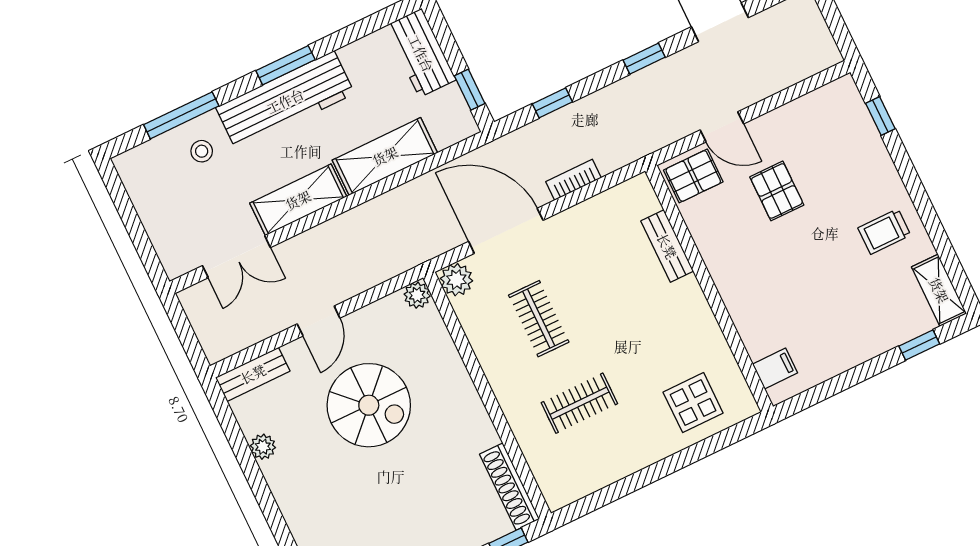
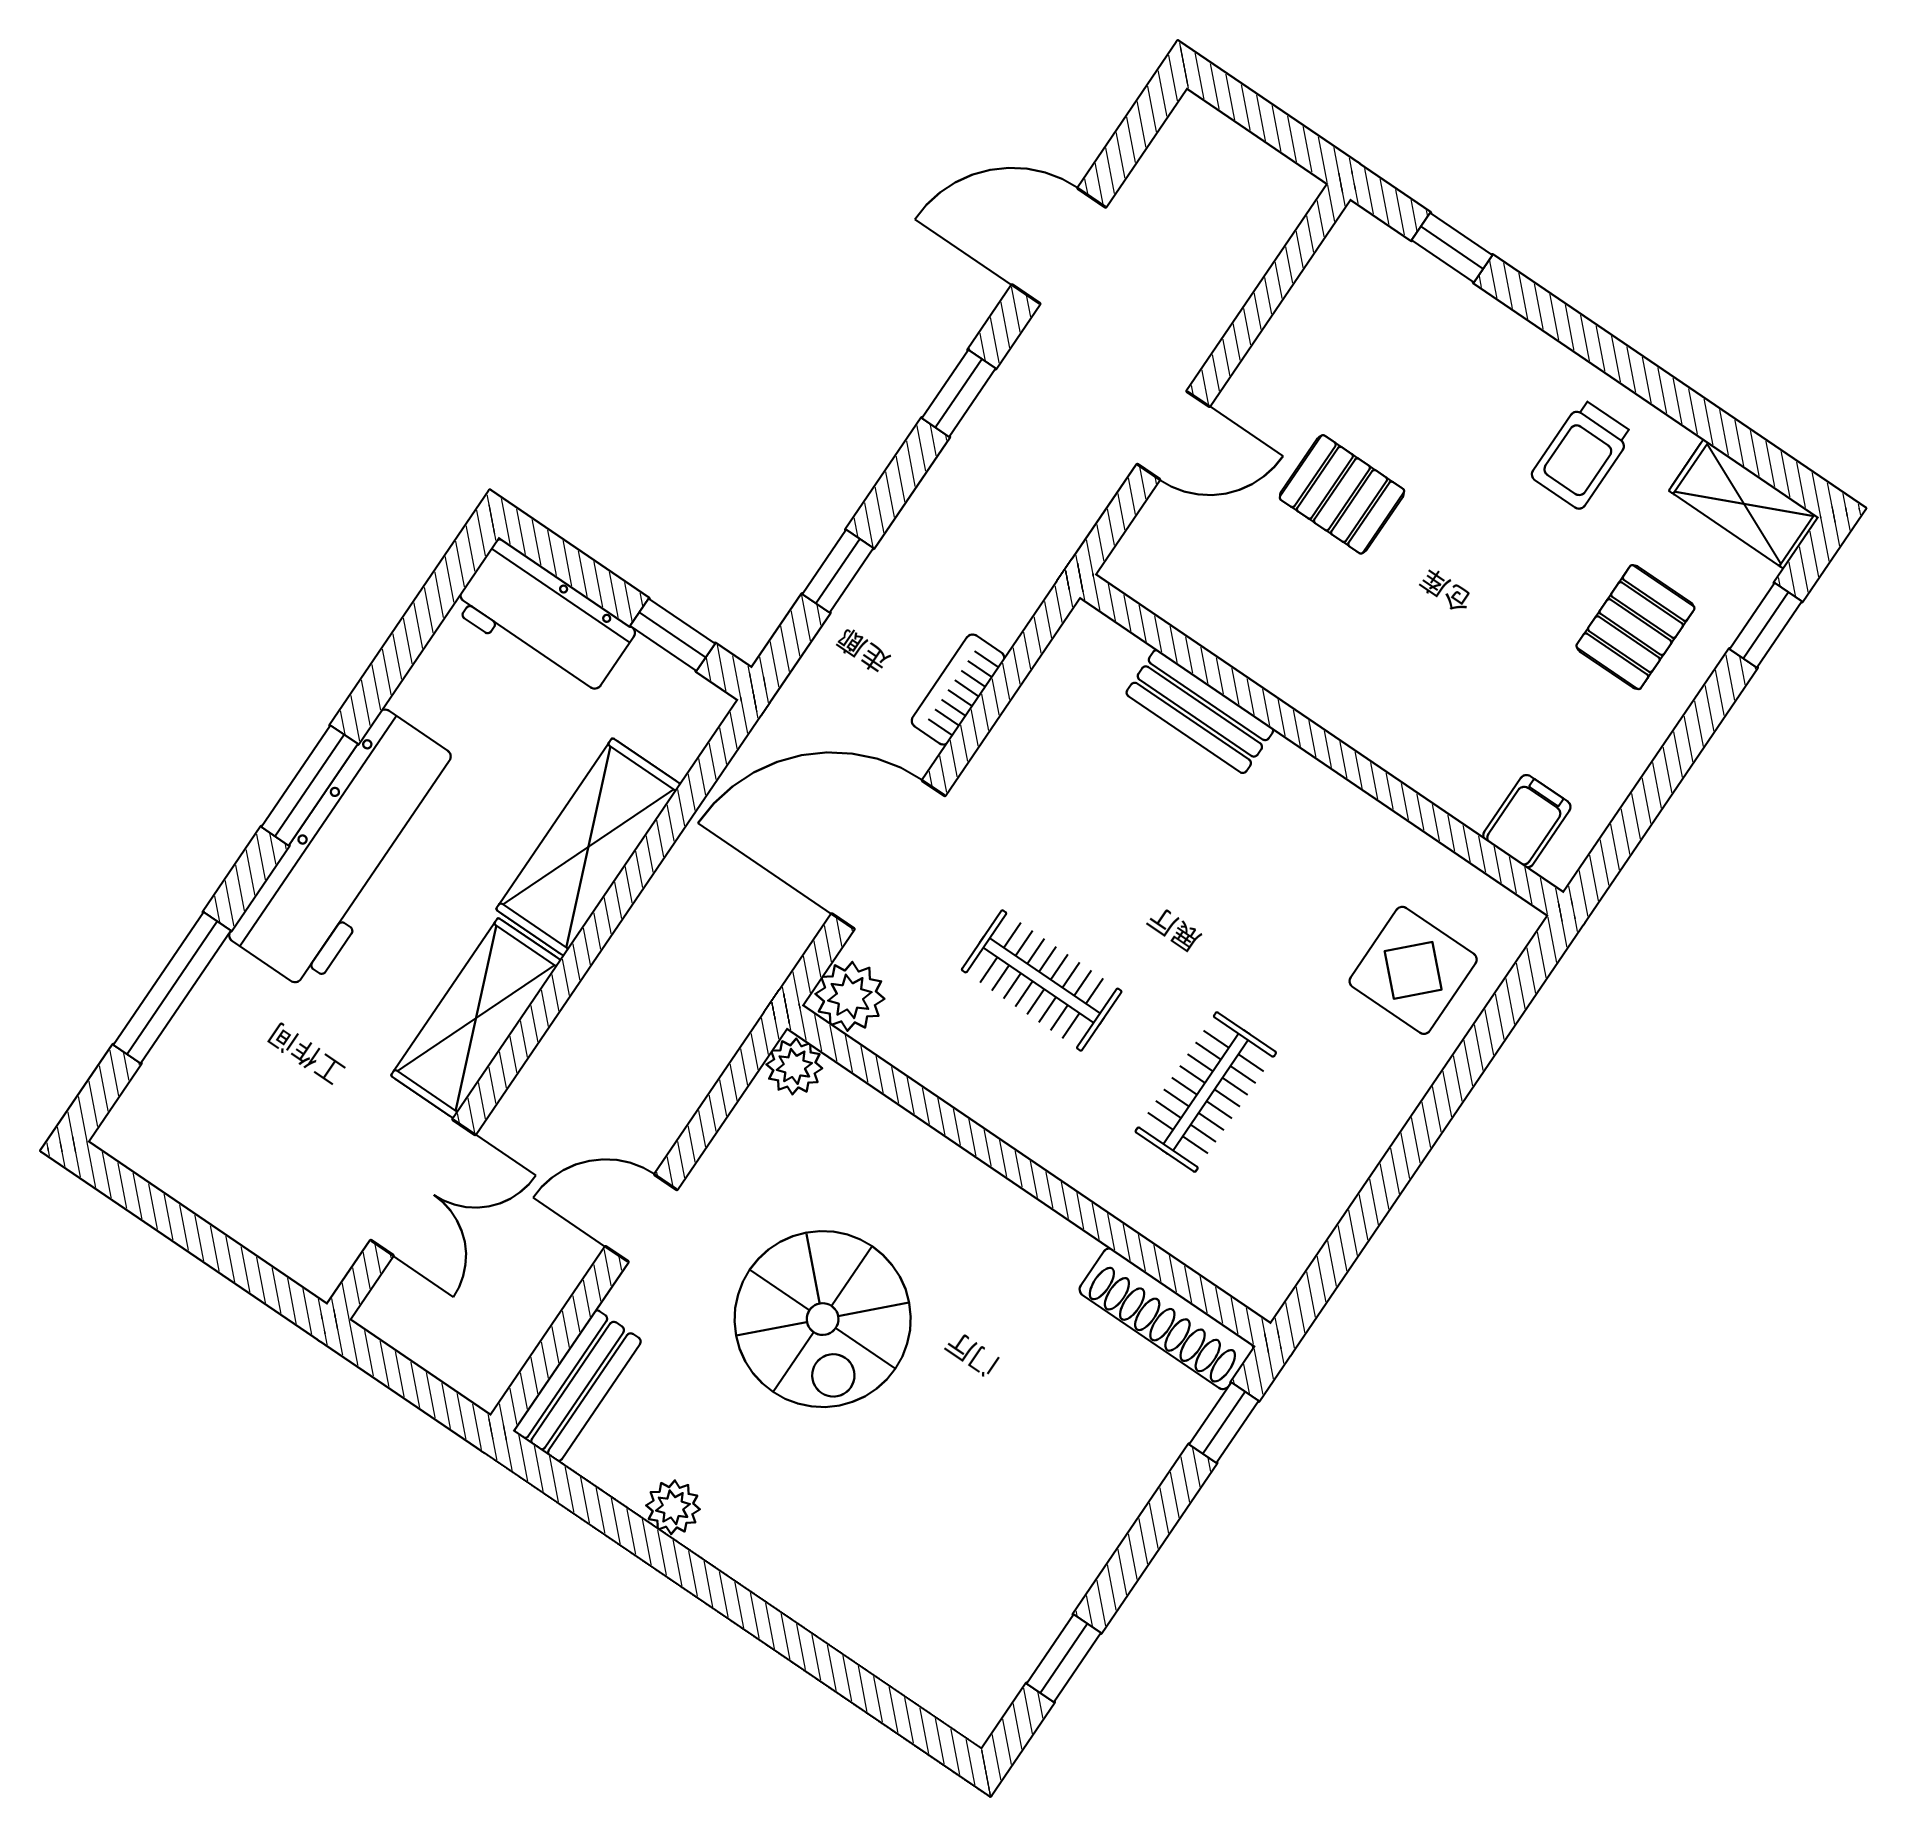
stool: (202, 151) -> (248, 1032), removed
pallet: (693, 176) -> (1635, 627), moved
door: (319, 321) -> (641, 1218), swing flipped
spiral stairs: (369, 405) -> (823, 1319), turned 90

